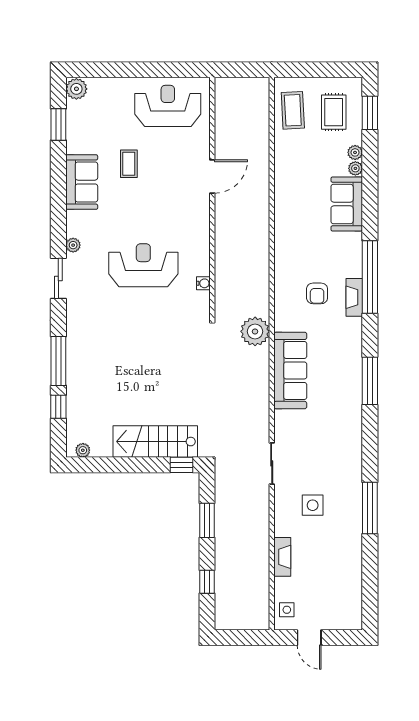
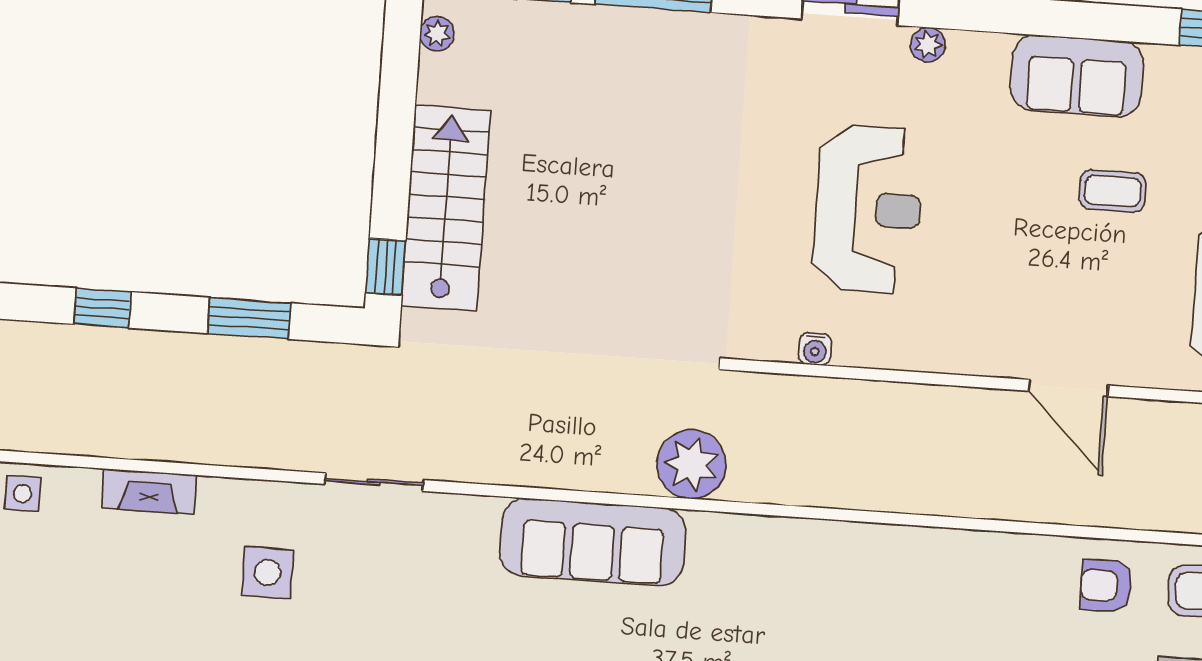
armchair: (317, 293) -> (1106, 586), moved

